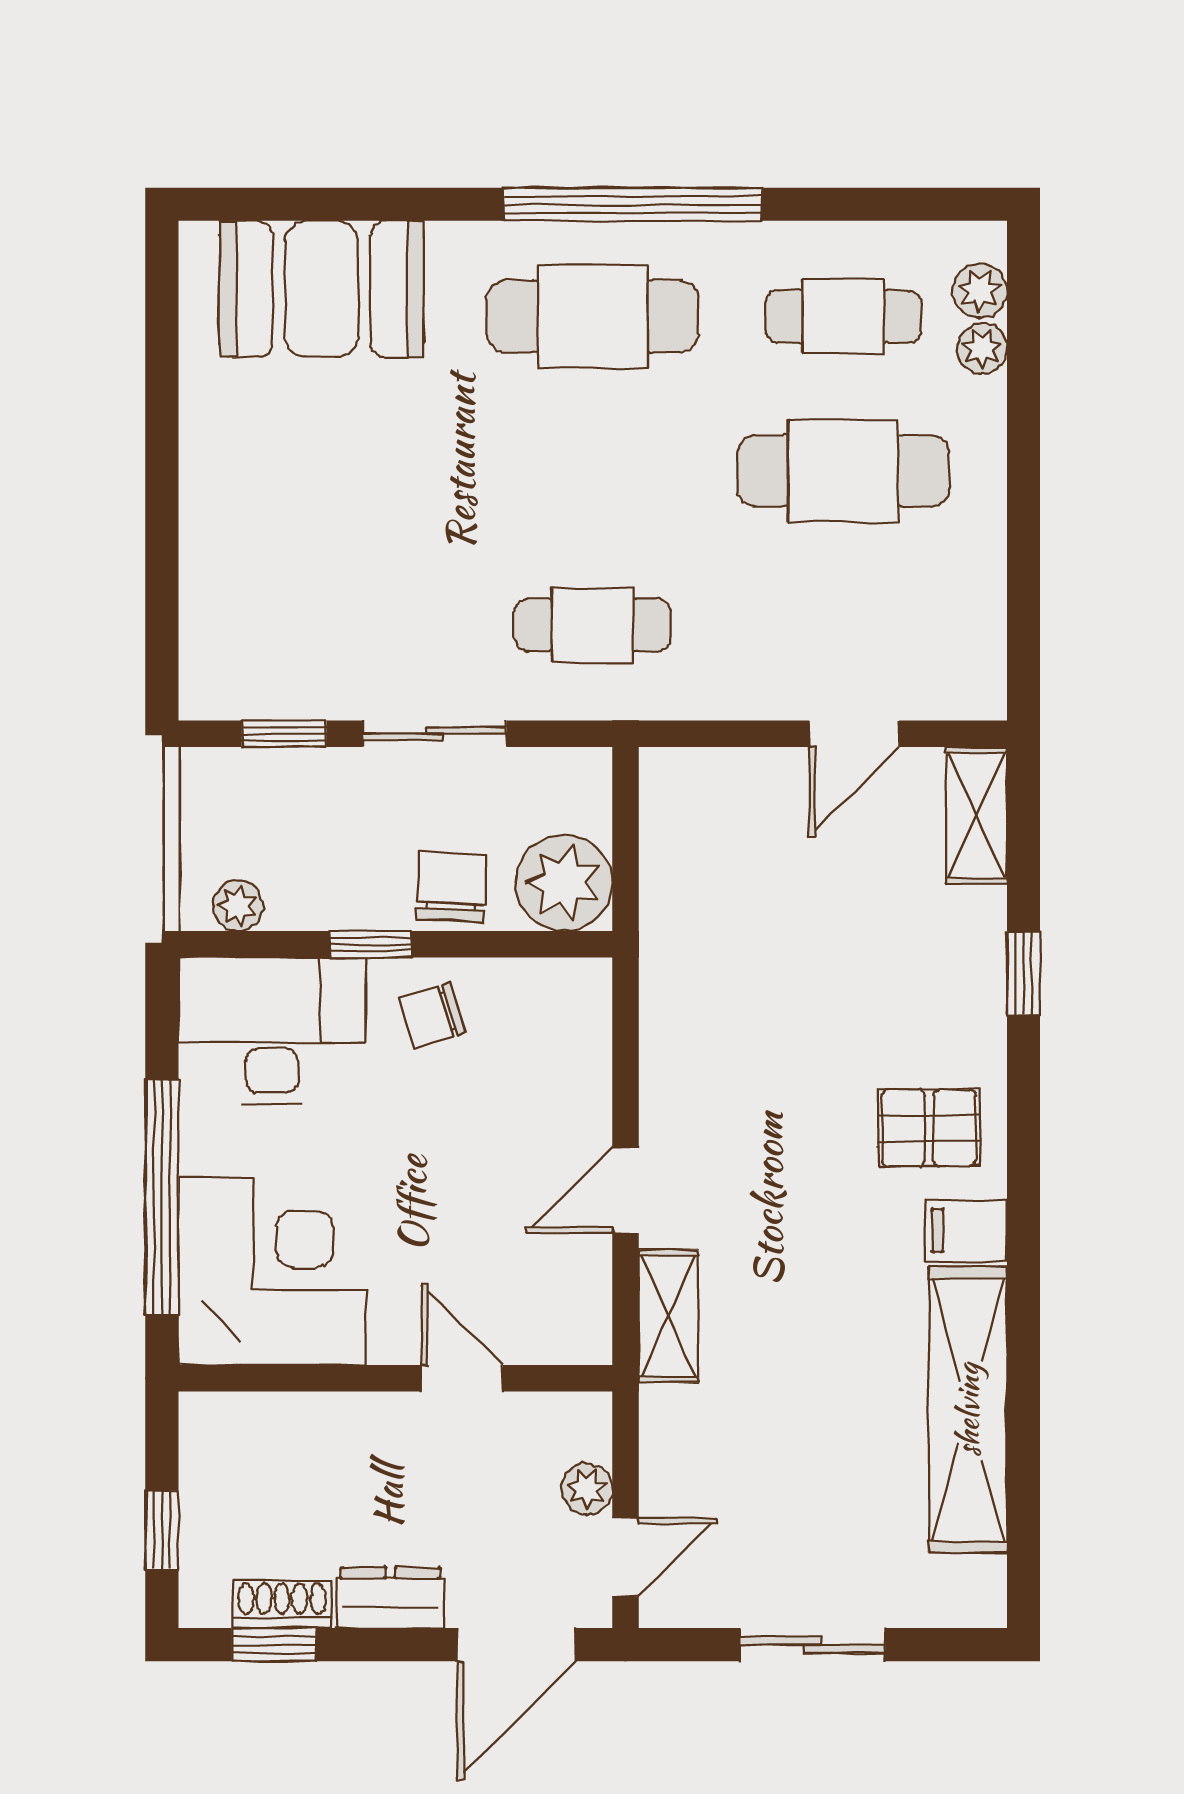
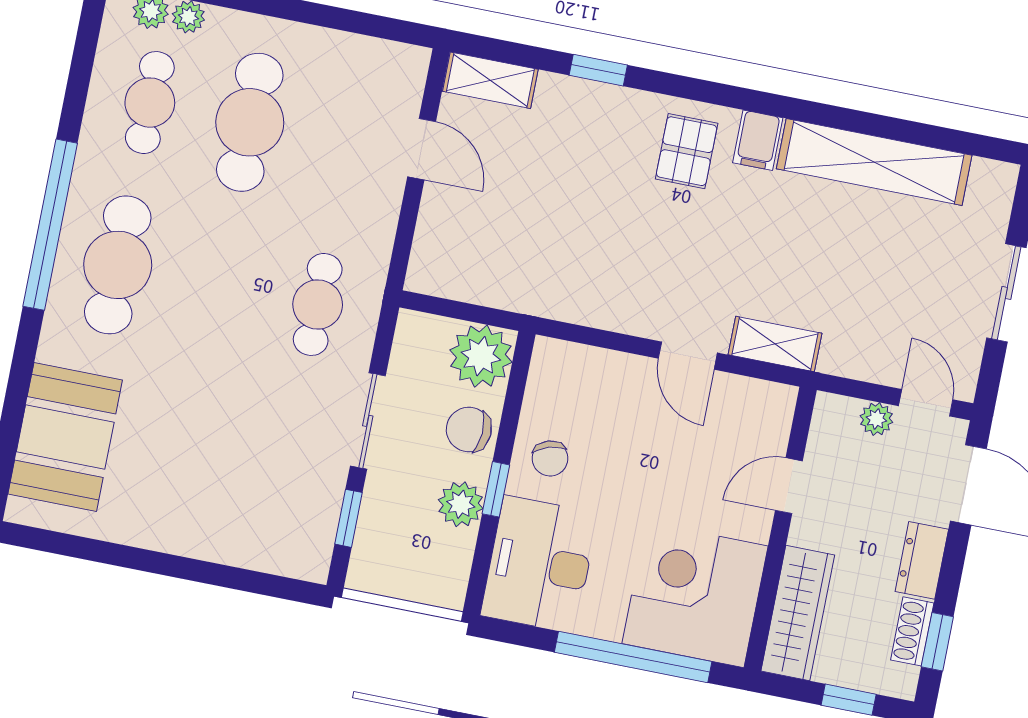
plant: (238, 906) -> (461, 504), moved, width x1.38, depth x1.38
wardrobe: (276, 1429) -> (798, 613), added

